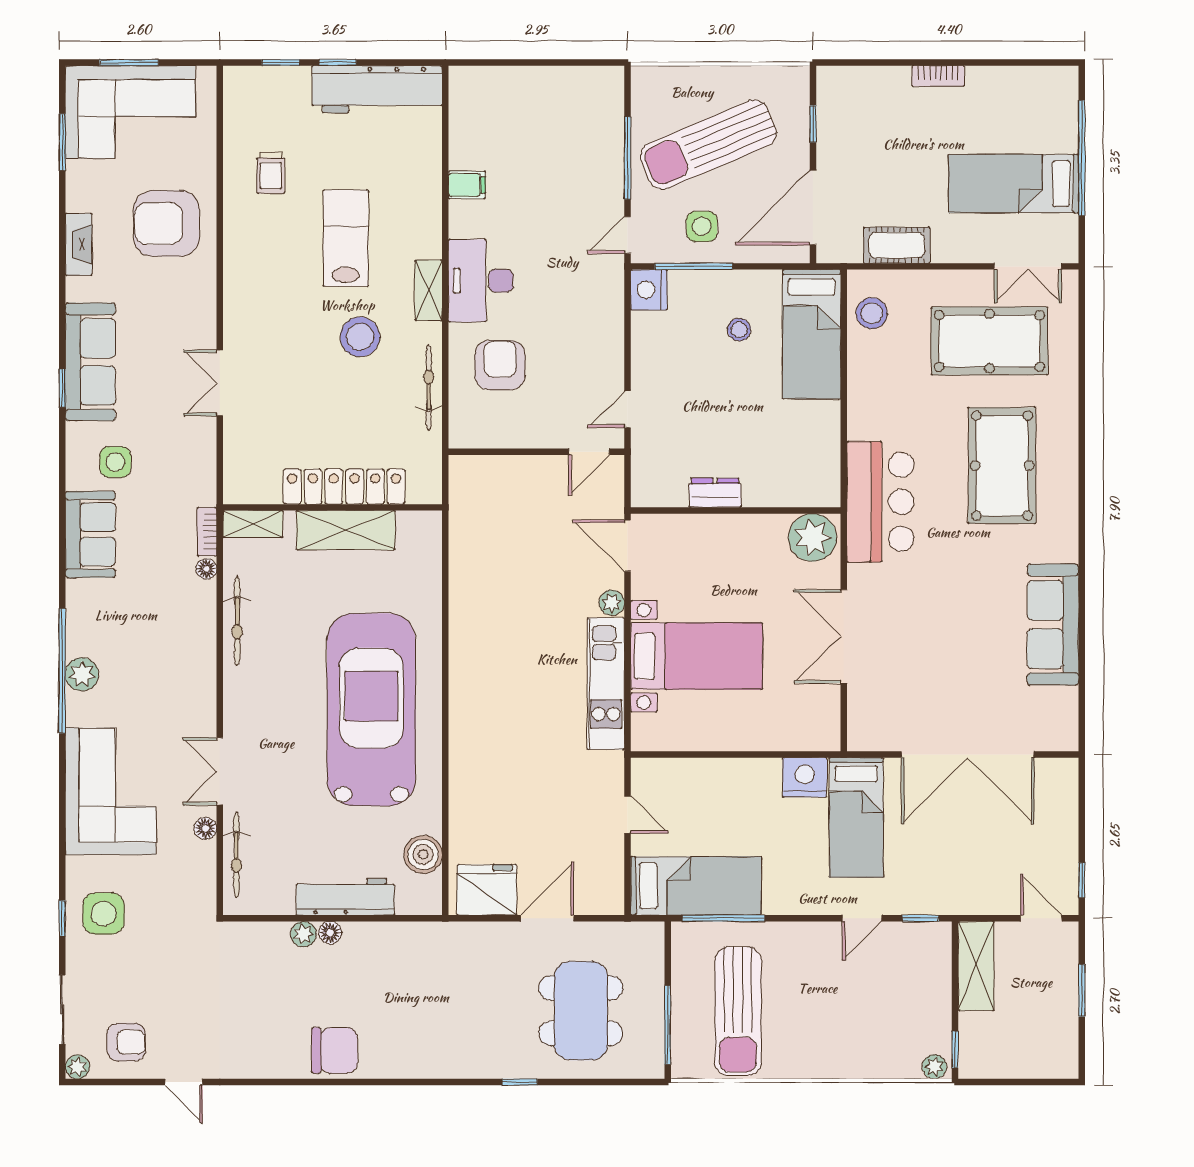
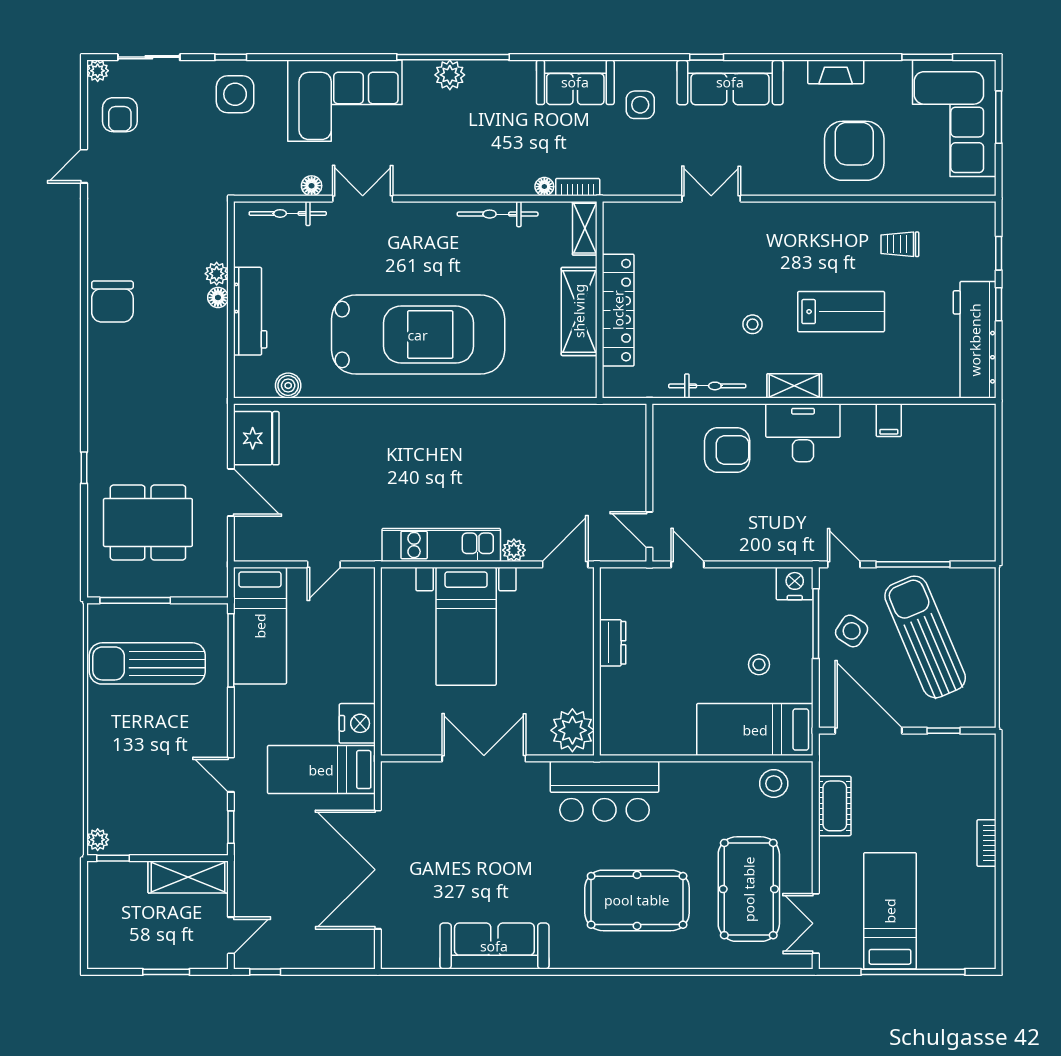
side table: (702, 226) -> (852, 631), turned 33
stool: (360, 337) -> (753, 324), width x0.53, depth x0.53
boiler: (423, 854) -> (288, 386), width x0.73, depth x0.73

